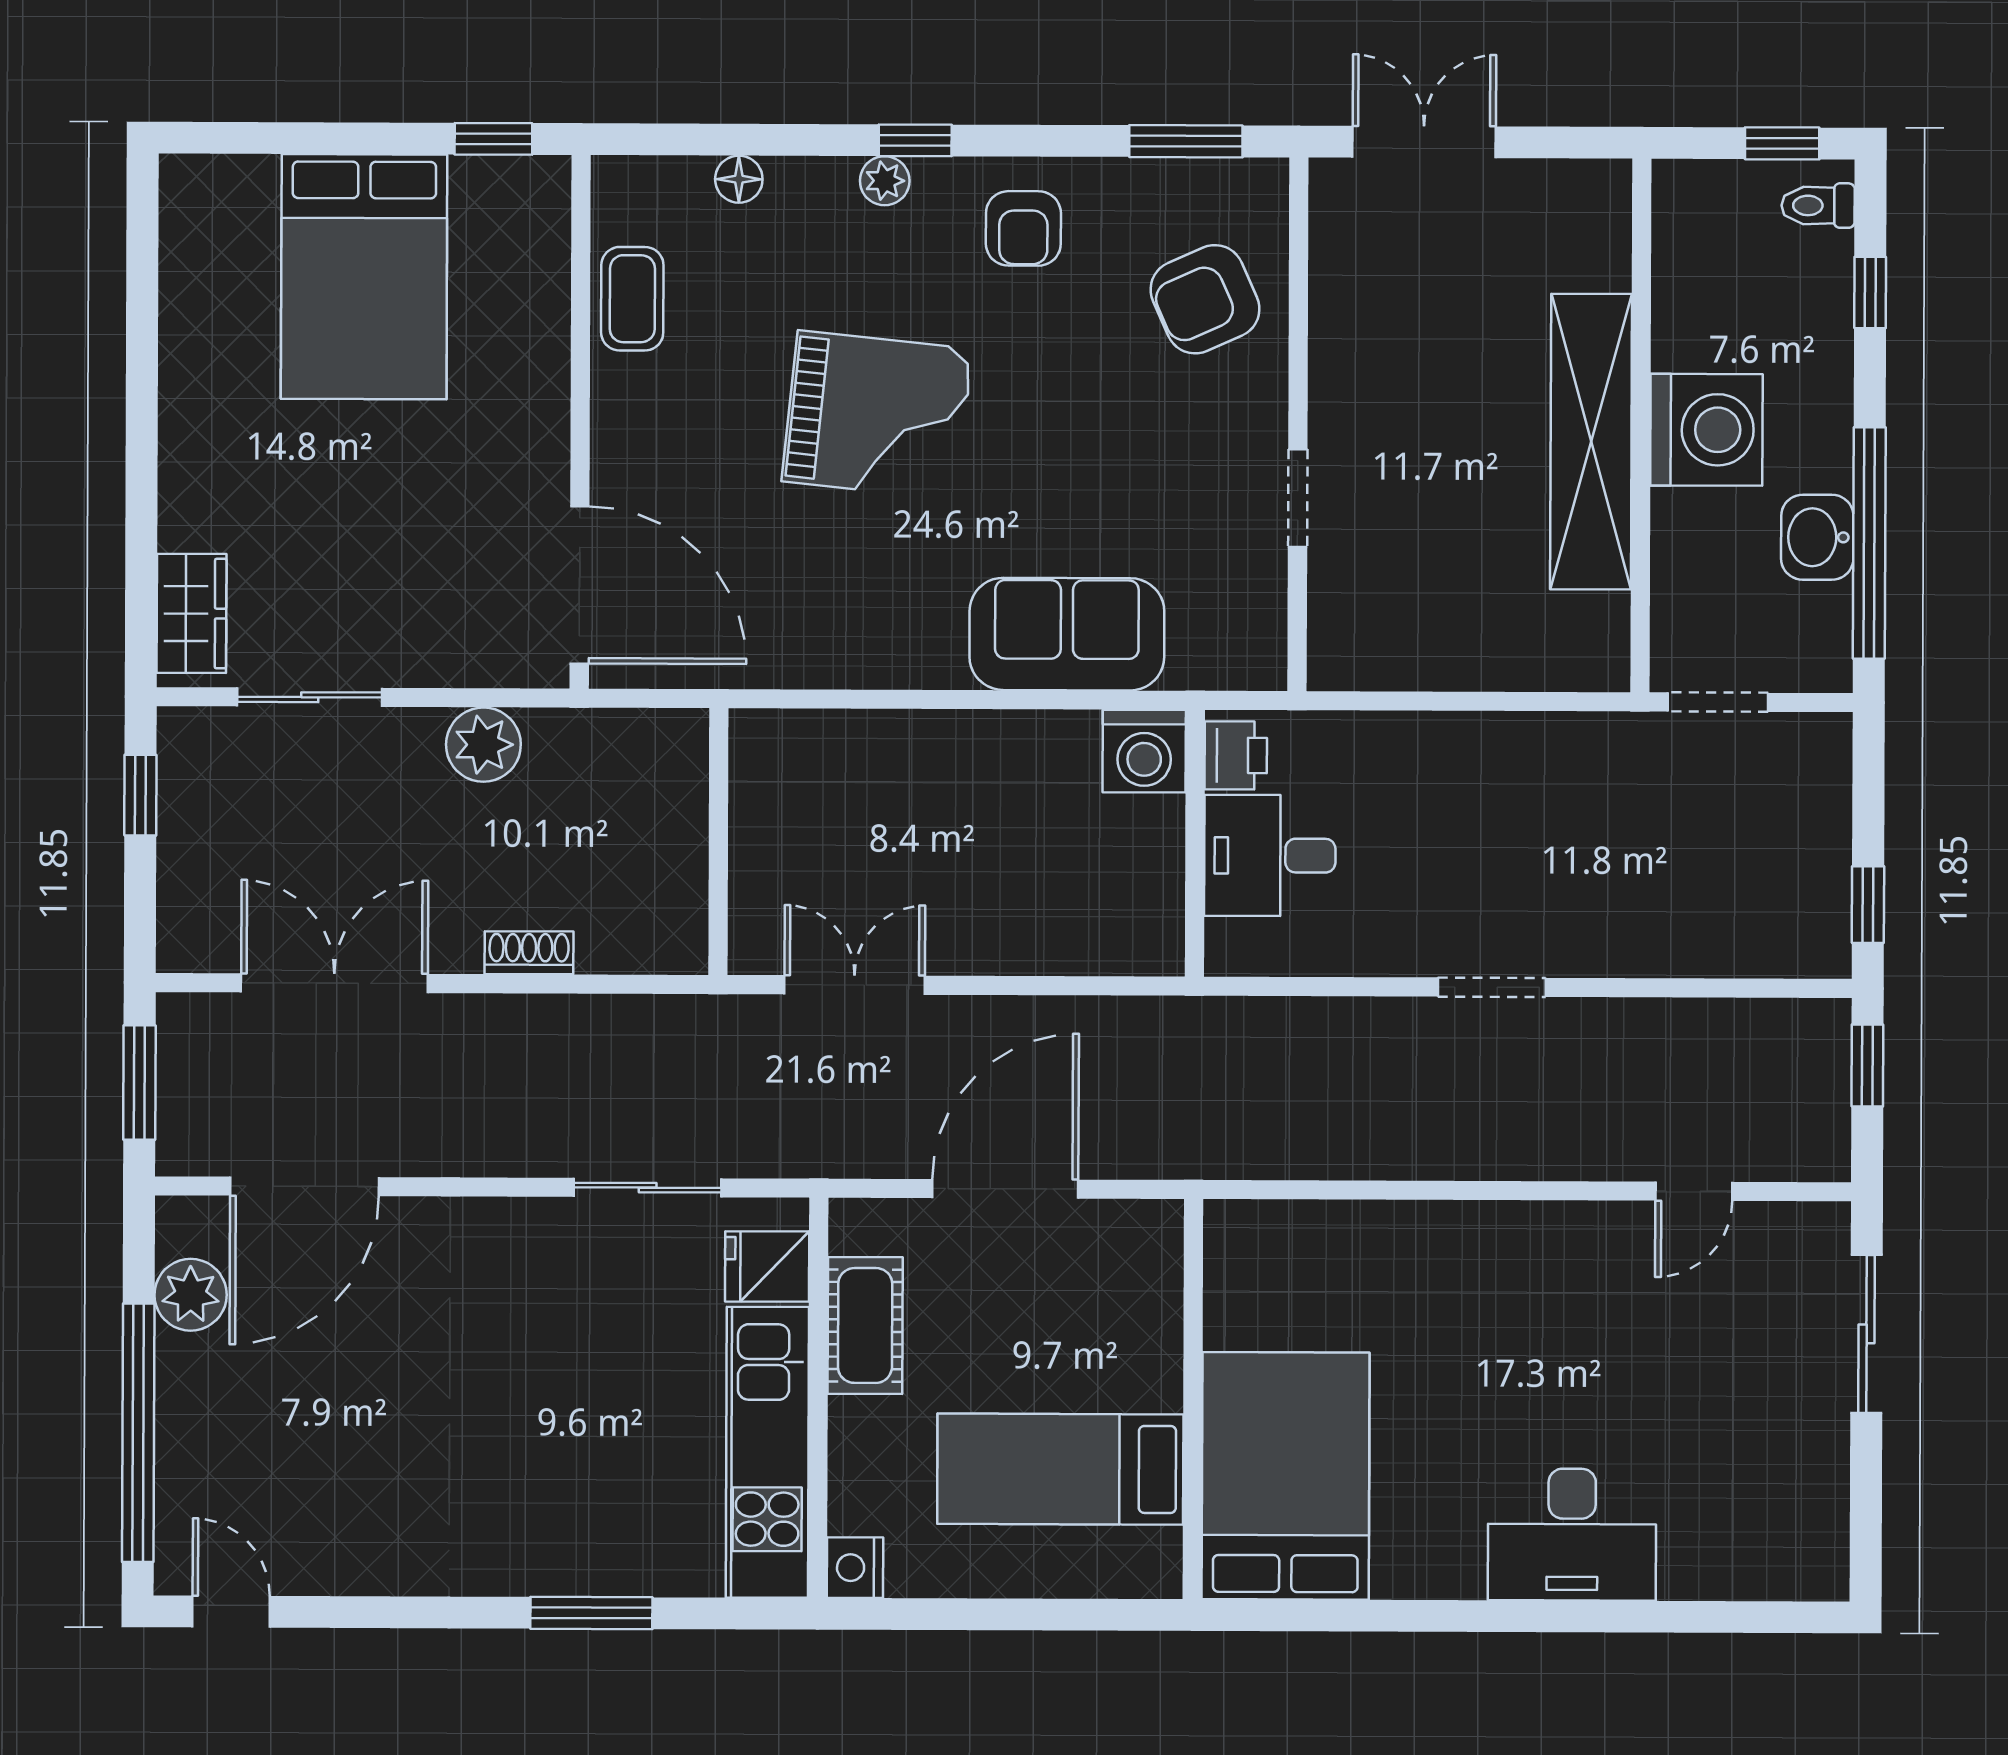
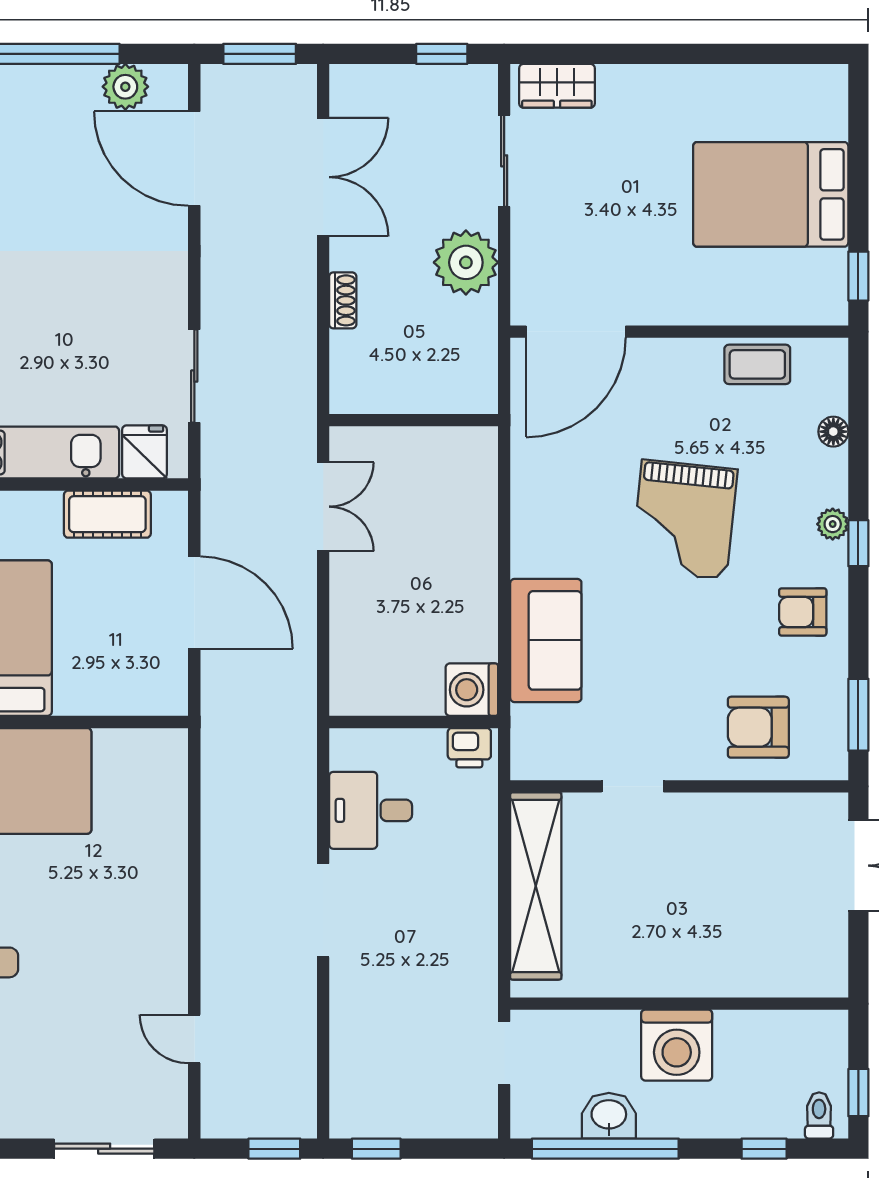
armchair: (1205, 299) -> (758, 727), turned -66
shelving: (1591, 442) -> (536, 886), moved, turned 90
plant: (483, 745) -> (466, 262), width x1.36, depth x1.36
desk: (1270, 855) -> (371, 810), moved, turned -90
doorway: (1492, 987) -> (323, 910), width x1.38

